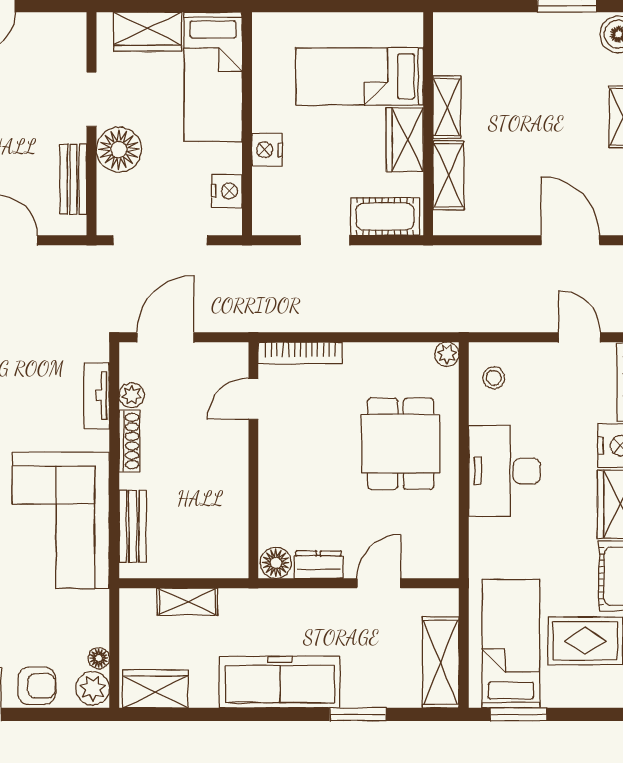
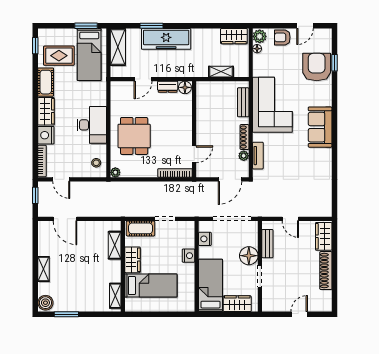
shelving: (447, 107) -> (115, 296), moved
freezer: (280, 682) -> (166, 39), moved

